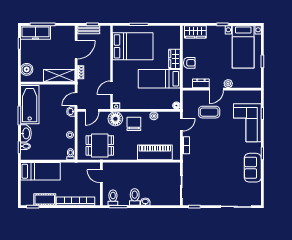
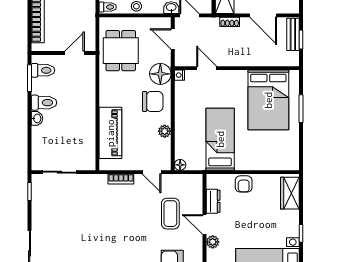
wardrobe: (174, 59) -> (250, 162), removed

